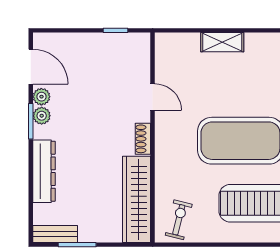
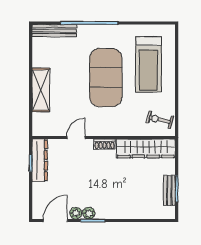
shelving: (222, 42) -> (41, 90), width x1.50, depth x1.33
dresser: (44, 171) -> (40, 160), moved, turned 90
bench: (55, 234) -> (169, 190), moved

